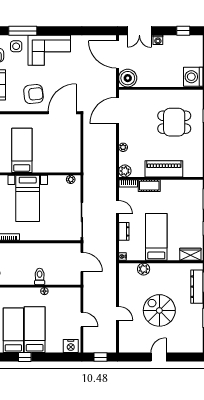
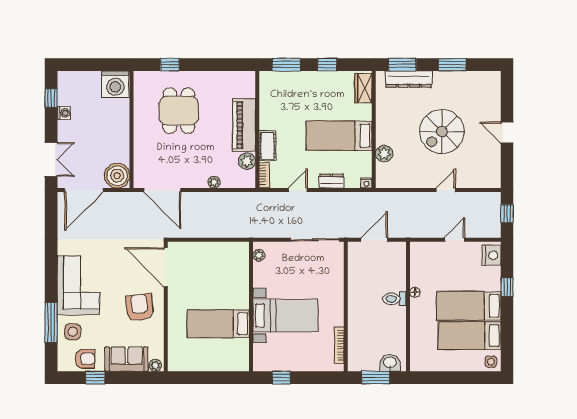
washing machine: (158, 40) -> (64, 113), moved
plant: (125, 171) -> (247, 161), moved
window: (25, 357) -> (507, 287), moved

